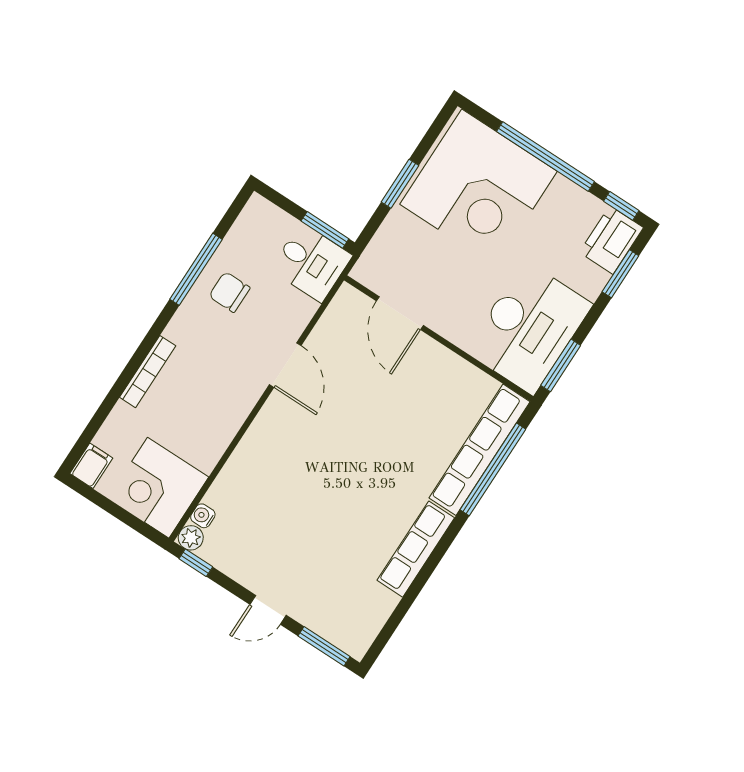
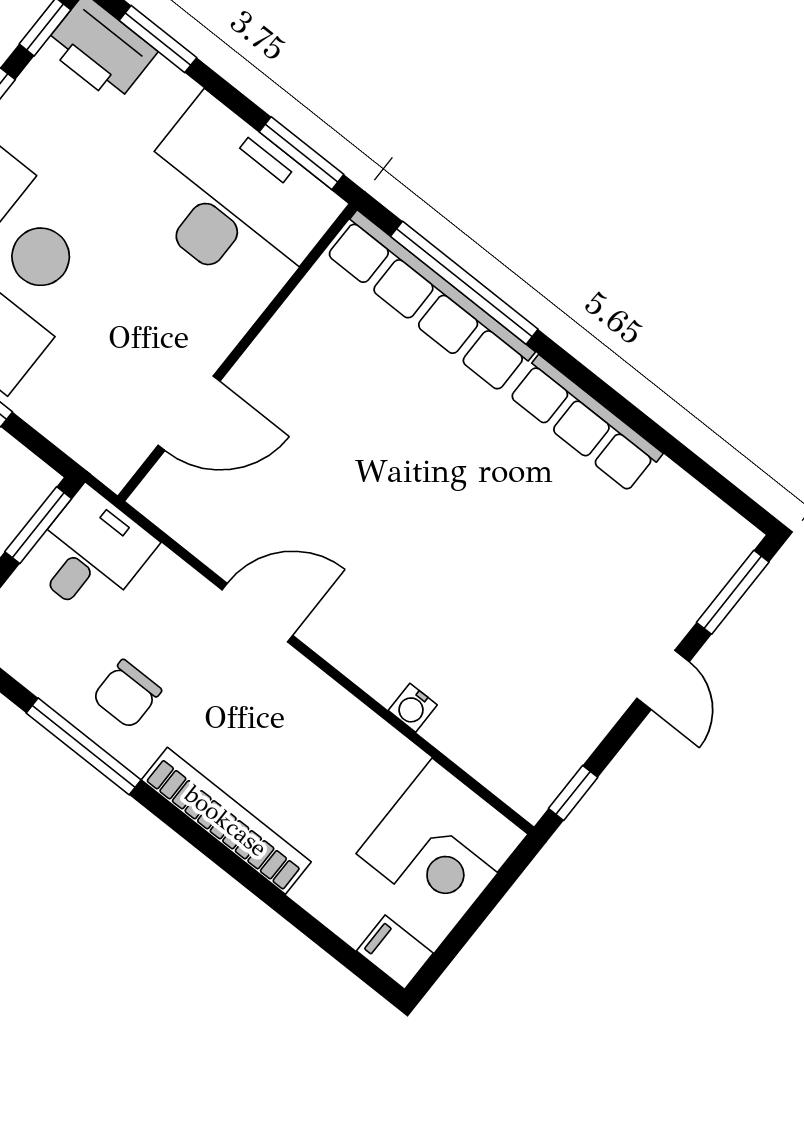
bookcase: (148, 372) -> (226, 821), width x1.48, depth x1.31
water cooler: (203, 516) -> (413, 708), moved
plant: (191, 538) -> (531, 798), removed

